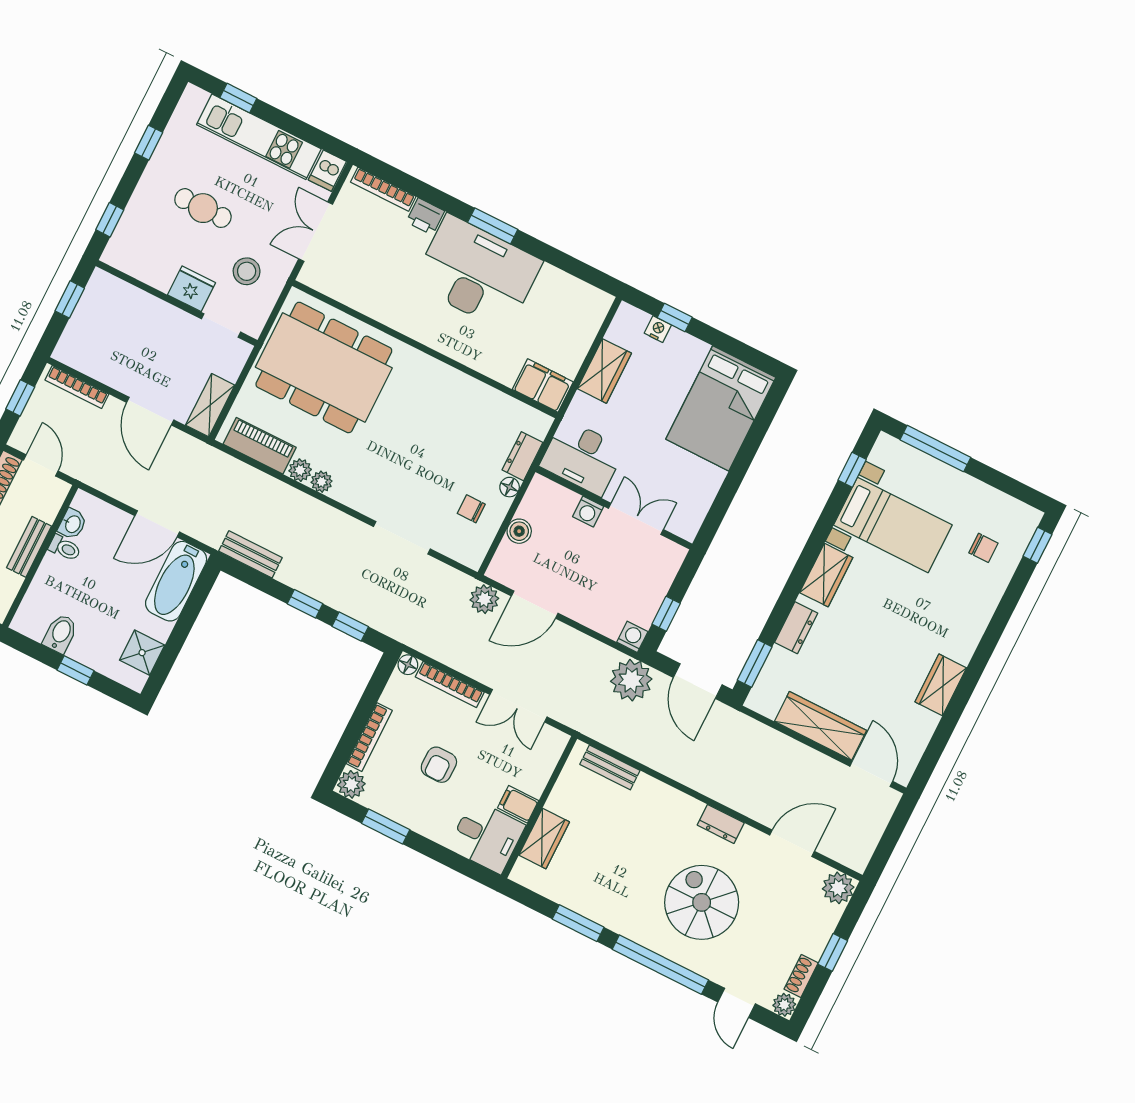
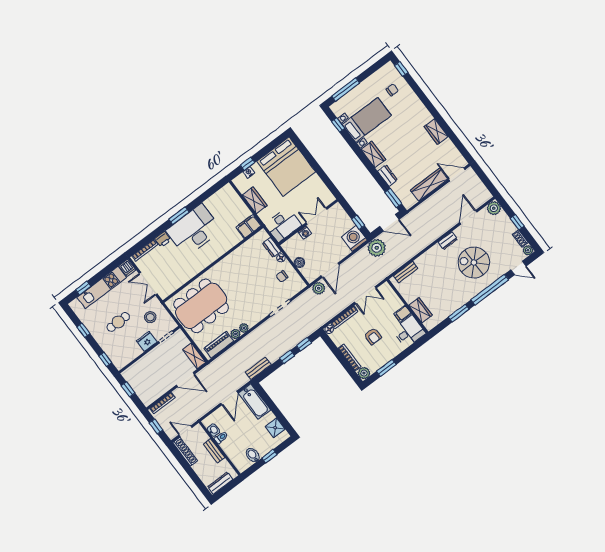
bed: (721, 408) -> (286, 167), width x1.36
washing machine: (632, 637) -> (354, 238), width x1.89, depth x1.89

